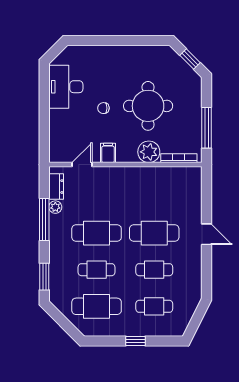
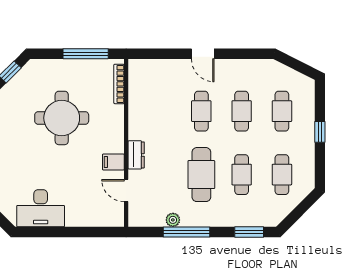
chair: (103, 108) -> (64, 167), removed
plant: (149, 152) -> (112, 117), removed
dresser: (56, 187) -> (136, 155), moved, turned 90
cafe table: (154, 233) -> (201, 111), width x0.73, depth x0.74
door: (206, 234) -> (203, 54), swing flipped
cafe table: (97, 306) -> (282, 175), width x0.73, depth x0.74

